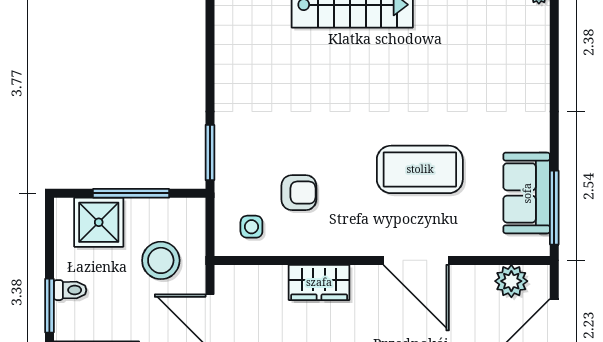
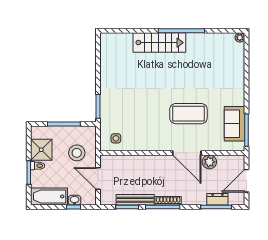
armchair: (299, 193) -> (136, 124), removed
shower: (99, 222) -> (41, 150), moved
plant: (511, 281) -> (209, 162), moved
wardrobe: (319, 282) -> (145, 162), removed

